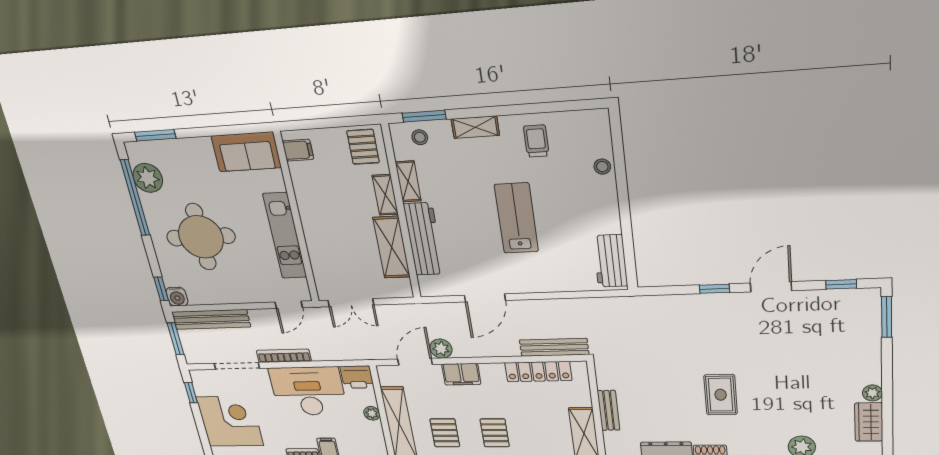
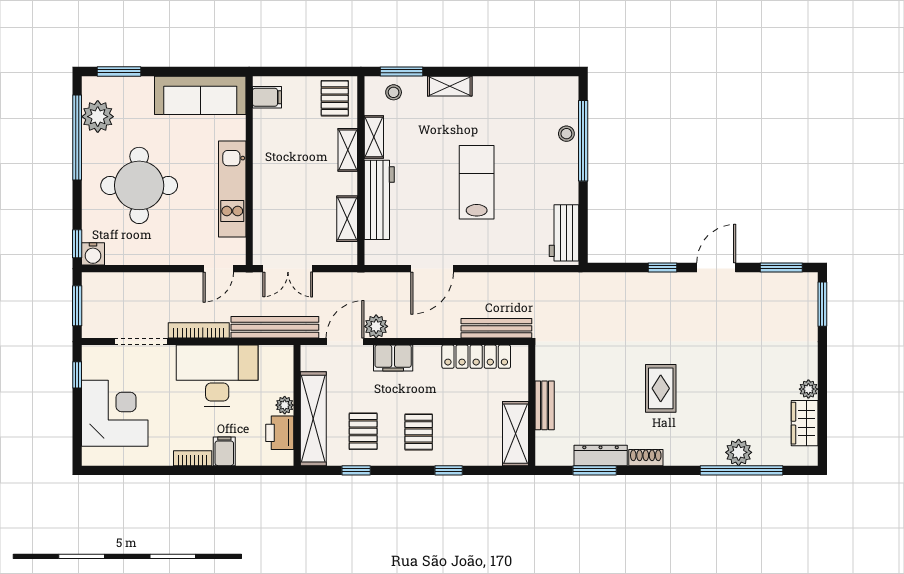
trolley: (536, 141) -> (507, 104), removed
sofa: (246, 152) -> (200, 95), width x1.36
window: (621, 173) -> (583, 141), added
shelving: (392, 247) -> (347, 219), width x0.67, depth x0.75
window: (841, 284) -> (781, 267), width x1.50
bench: (211, 319) -> (275, 327), moved
printer: (357, 377) -> (280, 433), moved, turned 90

